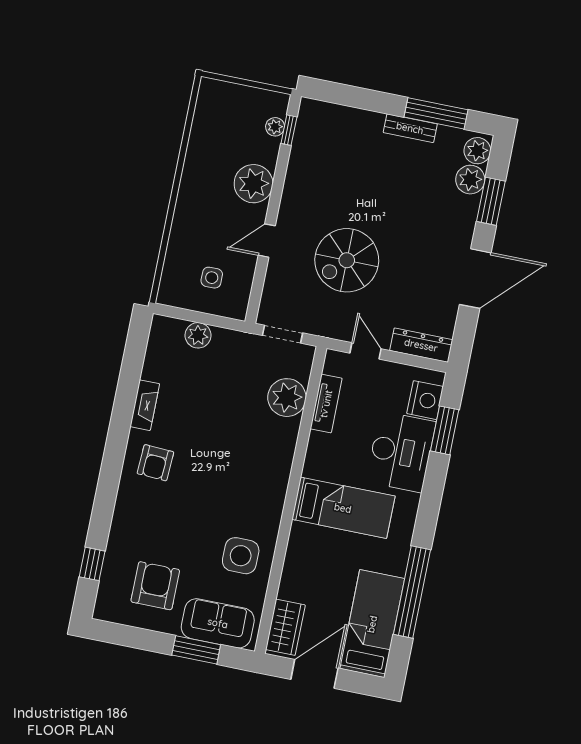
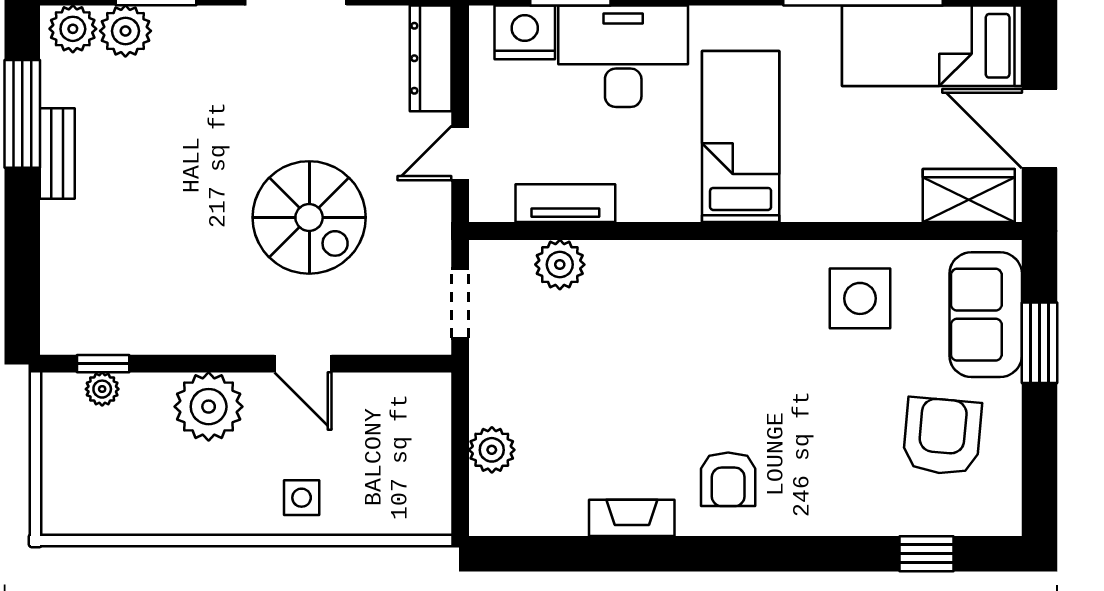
side table: (212, 278) -> (302, 498), moved
plant: (287, 398) -> (560, 265), width x0.73, depth x0.73
armchair: (155, 463) -> (728, 479), turned 87
armchair: (155, 586) -> (942, 436), turned 95

